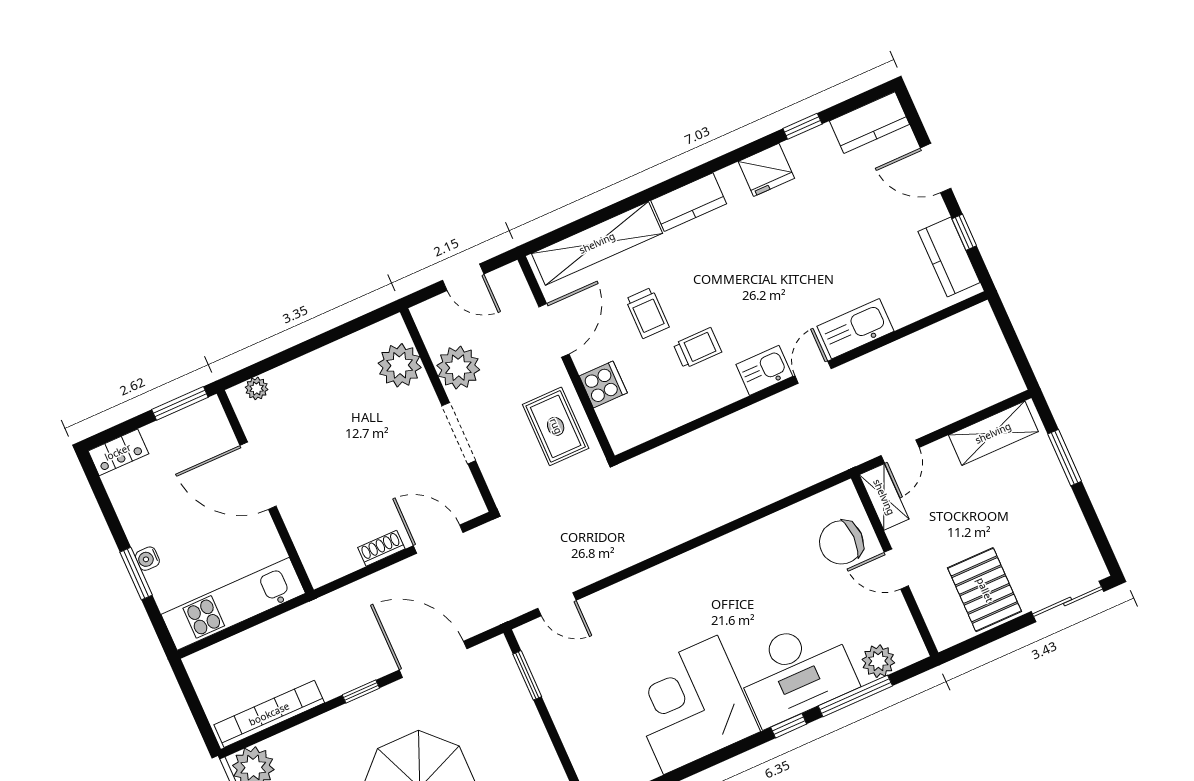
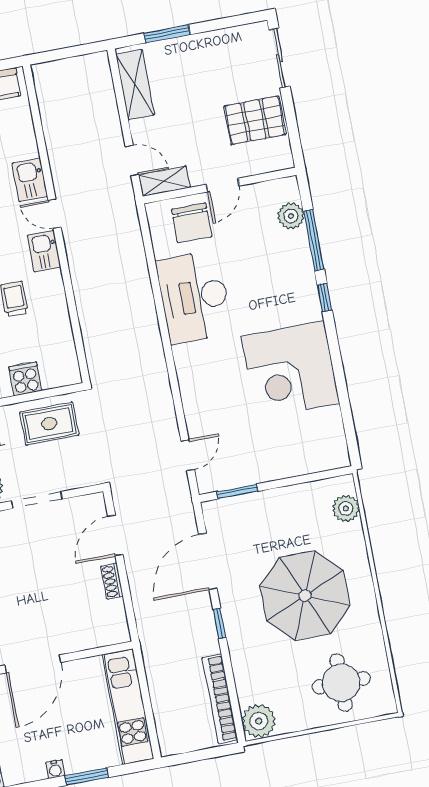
kitchen sink: (856, 329) -> (30, 180), width x0.73
water cooler: (147, 559) -> (55, 769), moved
desk: (795, 672) -> (194, 297), moved, turned 180

